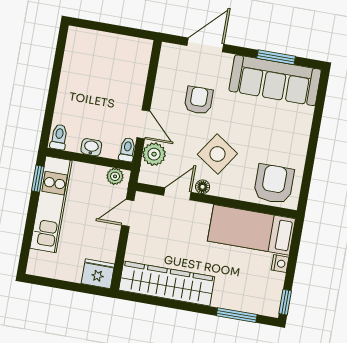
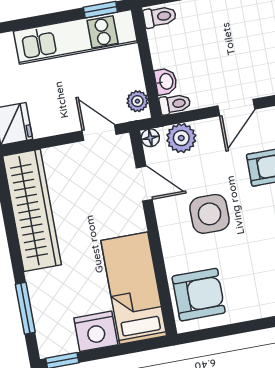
door: (143, 124) -> (236, 108), moved
washbasin: (91, 147) -> (166, 81), moved
side table: (217, 154) -> (210, 214), turned -34
floor lamp: (203, 187) -> (150, 138), moved
nightstand: (280, 264) -> (96, 331), width x1.89, depth x1.79

